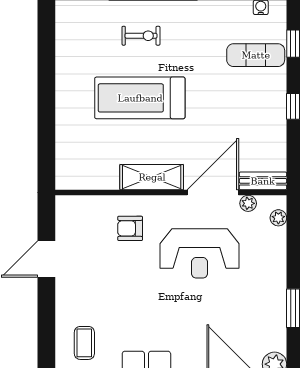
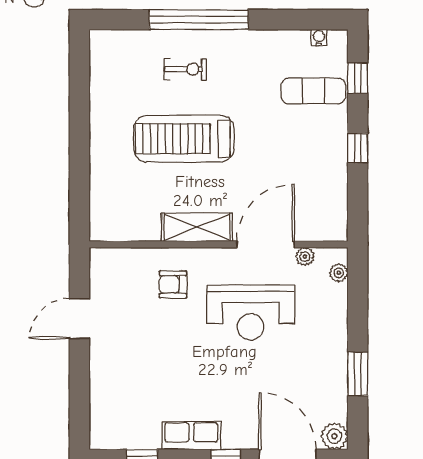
bench: (263, 181) -> (322, 231), removed
coffee table: (84, 343) -> (122, 413), removed

